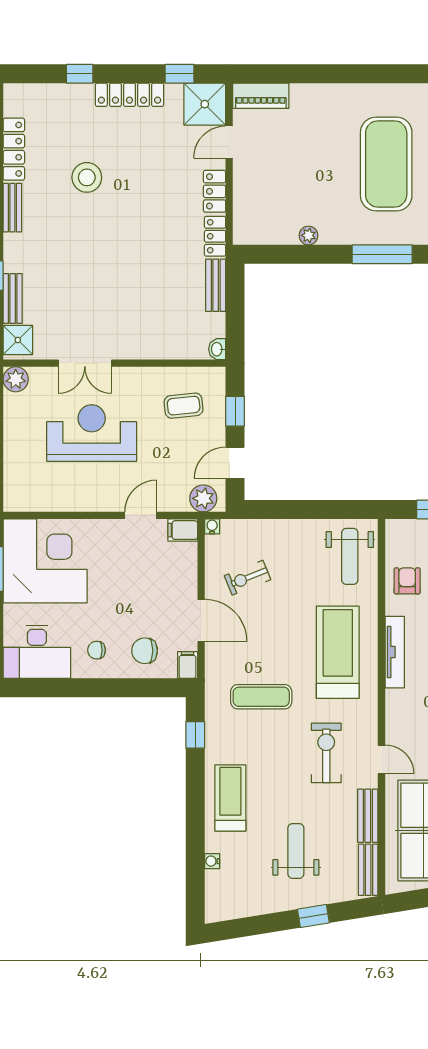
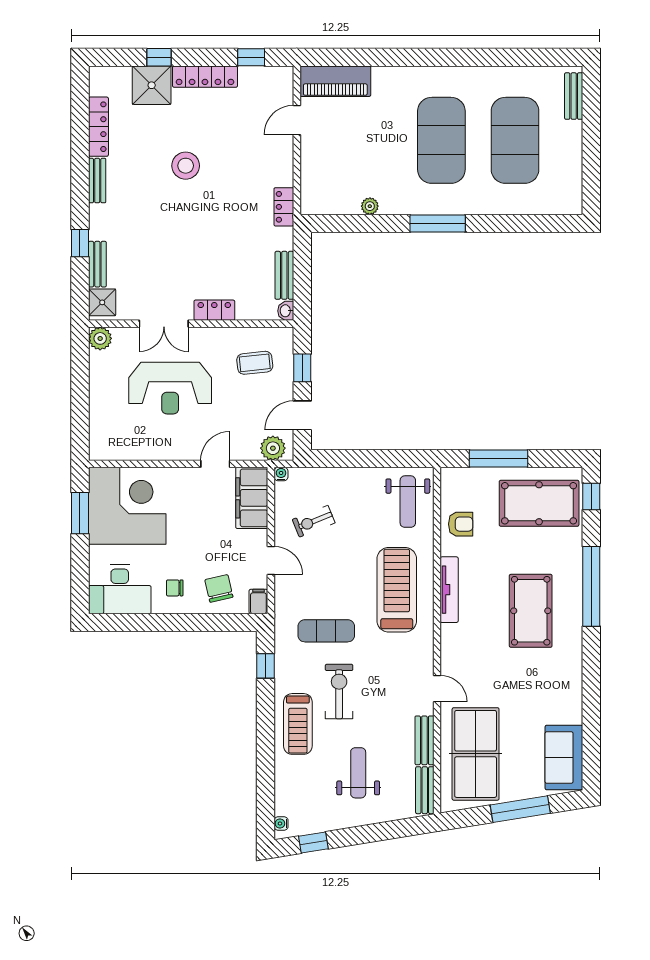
piano: (261, 96) -> (335, 81), width x1.37, depth x1.33
shower: (205, 104) -> (152, 85), moved
stool: (87, 177) -> (186, 166), moved
locker: (215, 191) -> (214, 310), moved, turned 90
bench: (216, 285) -> (284, 275), moved
reception desk: (92, 433) -> (170, 388), turned 180
filing cabinet: (183, 530) -> (252, 498), width x3.00, depth x1.17
armchair: (407, 581) -> (461, 524), turned 90
door: (201, 620) -> (271, 561), width x0.73
chair: (145, 651) -> (219, 588), turned 77
exercise bike: (326, 753) -> (339, 692), moved
treadmill: (230, 798) -> (298, 724), turned 180
water cooler: (212, 861) -> (281, 824), moved
window: (313, 916) -> (313, 842), moved

